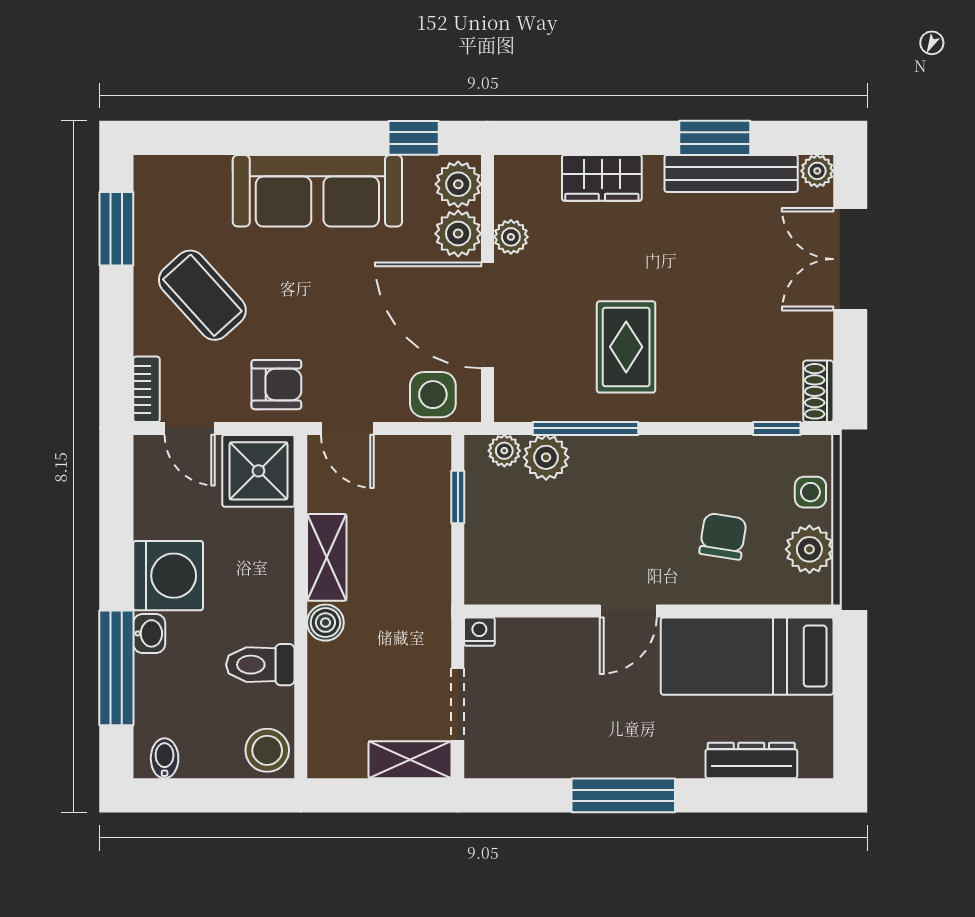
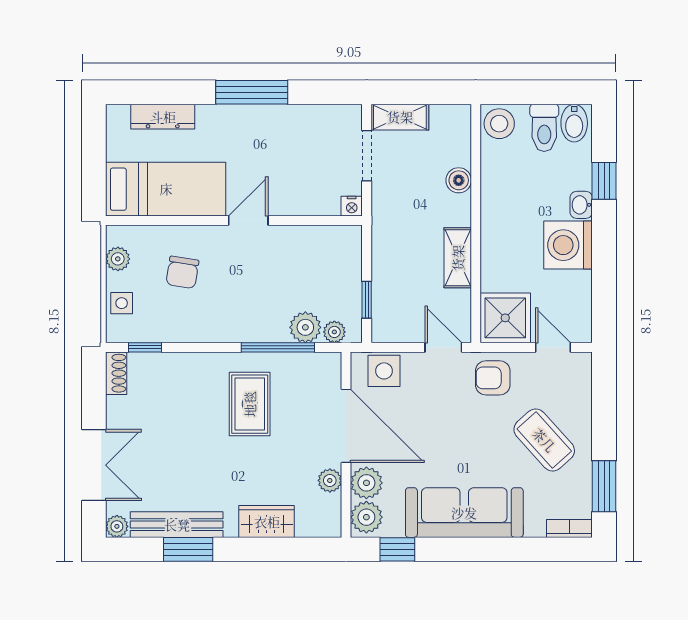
bookcase: (146, 389) -> (569, 528), moved, turned 90
plant: (809, 549) -> (118, 259), width x0.73, depth x0.73
boiler: (325, 623) -> (459, 180), moved
toilet: (260, 665) -> (544, 128), moved, turned 90
window: (116, 668) -> (604, 181), width x0.46
bidet: (165, 758) -> (574, 123), width x1.38, depth x1.36

